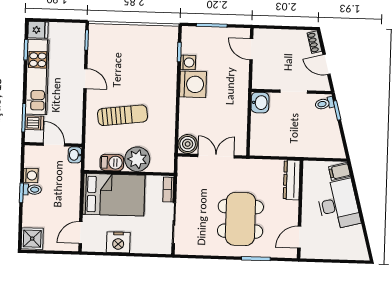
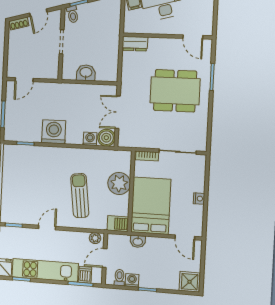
washing machine: (188, 62) -> (90, 139), moved
washbasin: (260, 103) -> (86, 73), moved
plant: (76, 133) -> (95, 238), added
washbasin: (75, 155) -> (138, 241), moved
barbecue: (112, 163) -> (118, 224), moved, turned 90
dresser: (292, 180) -> (135, 44), width x0.70
toilet: (32, 190) -> (119, 278), moved
nightstand: (118, 242) -> (199, 199), width x0.53, depth x0.56

